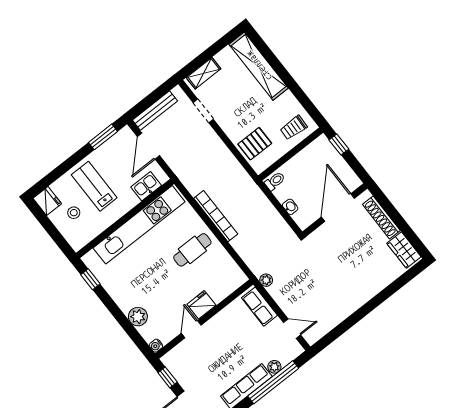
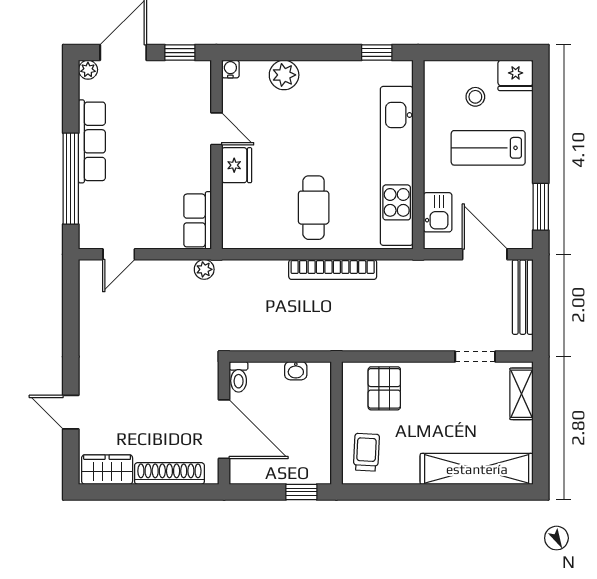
toilet: (275, 181) -> (239, 377), moved
lab bench: (94, 186) -> (488, 148), turned 180
washbasin: (290, 207) -> (296, 371), moved
door: (390, 291) -> (71, 412), added
row of seats: (260, 307) -> (198, 220), moved, turned -90
plant: (274, 367) -> (89, 195), removed

